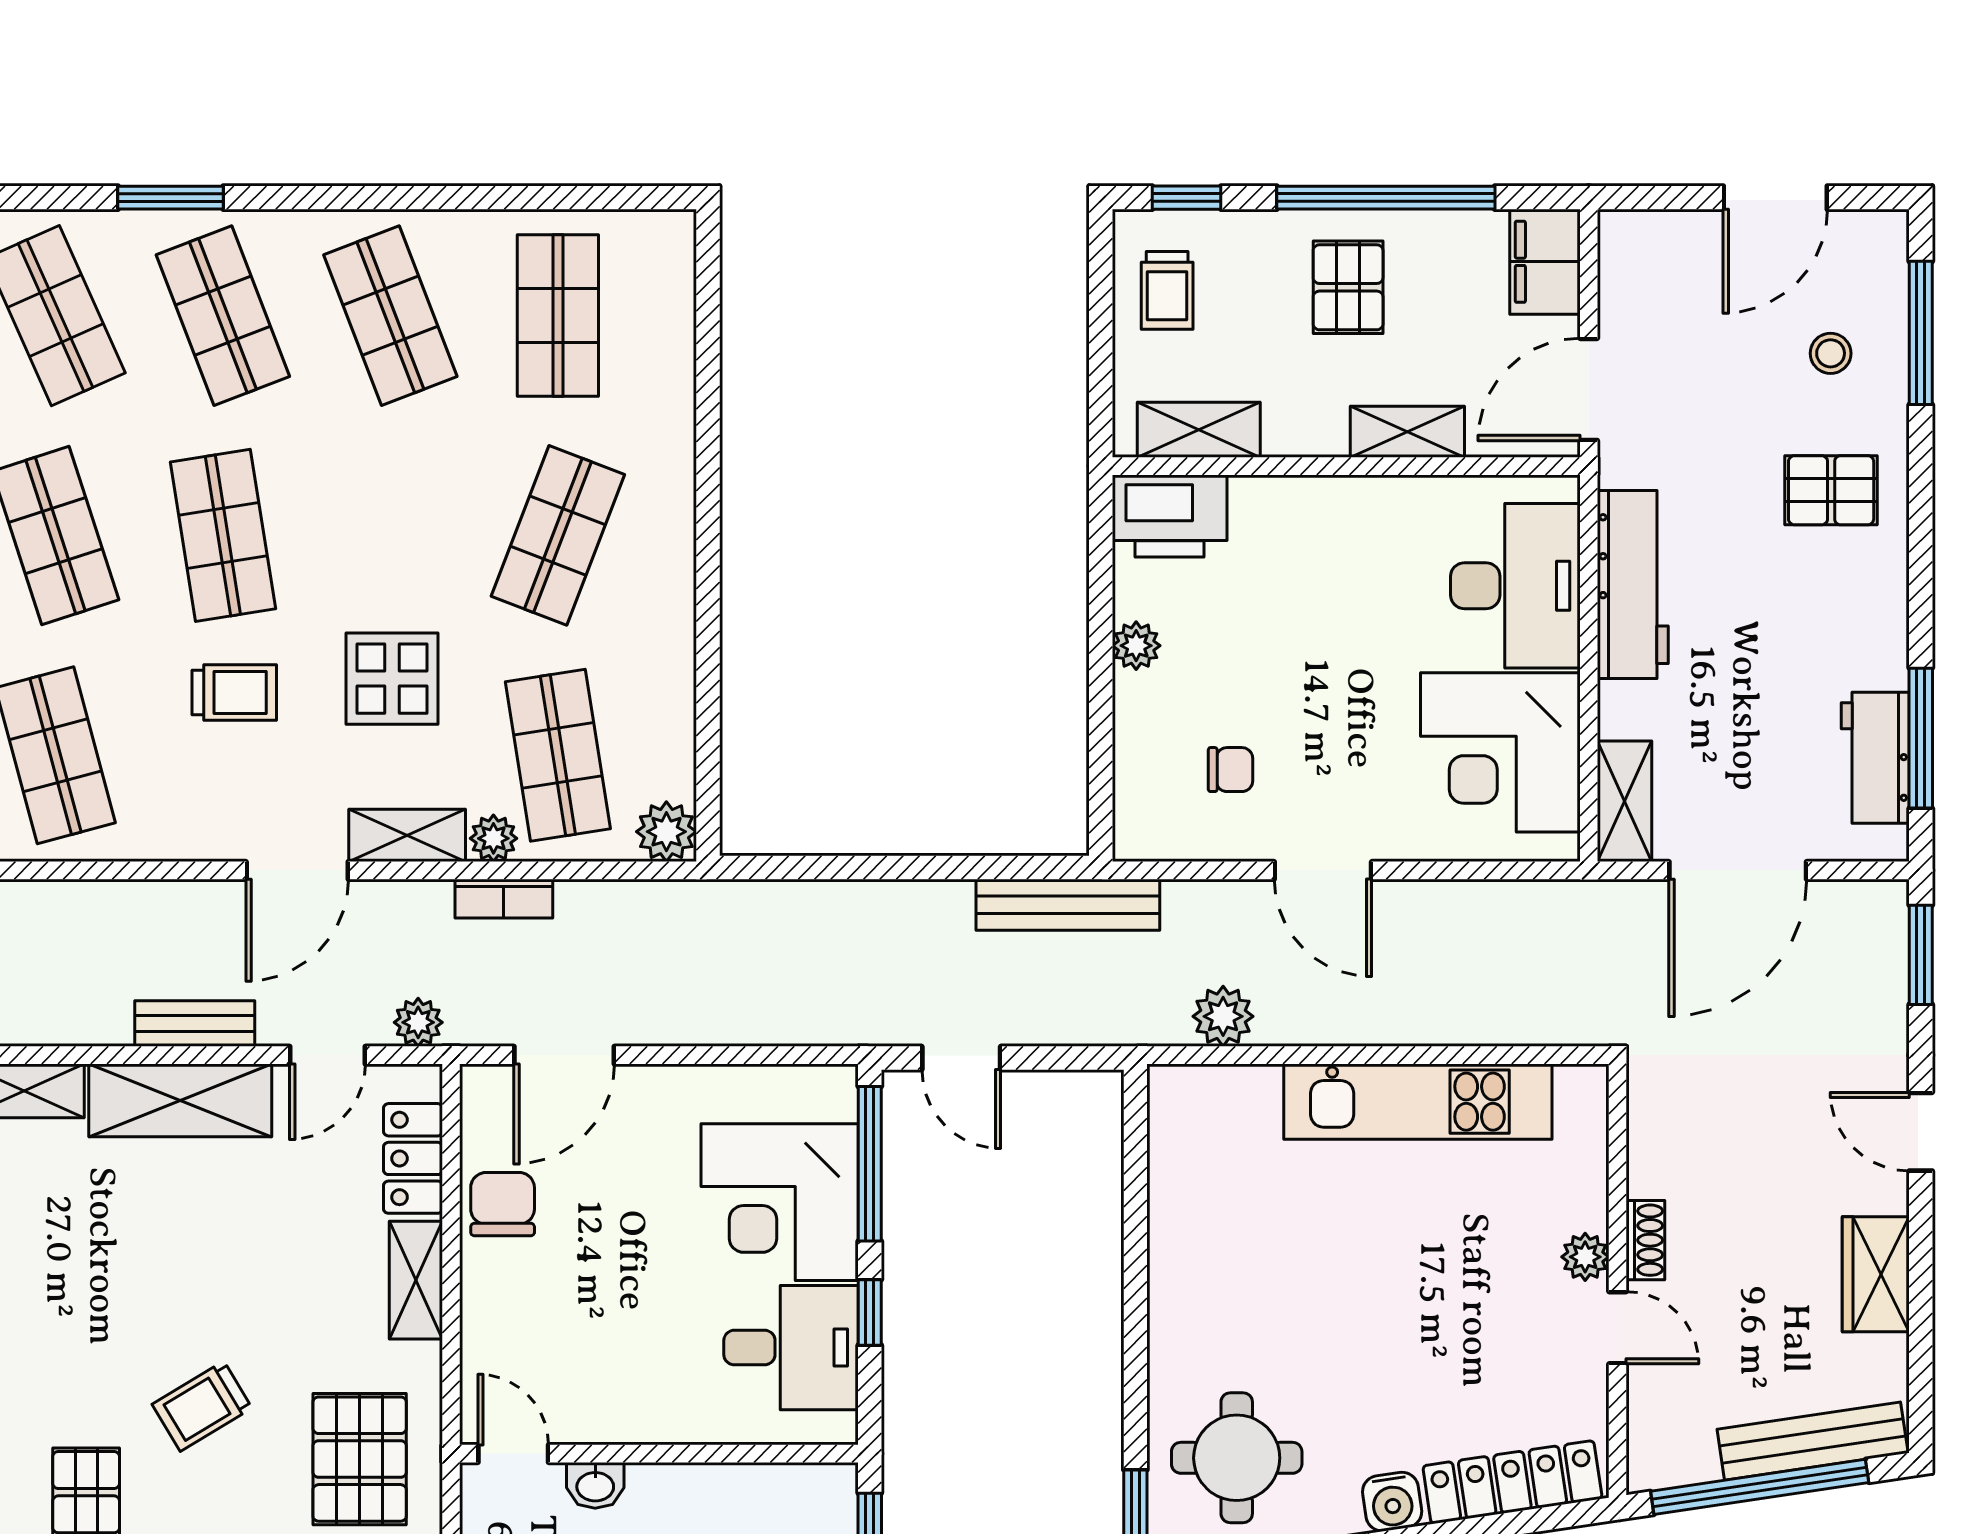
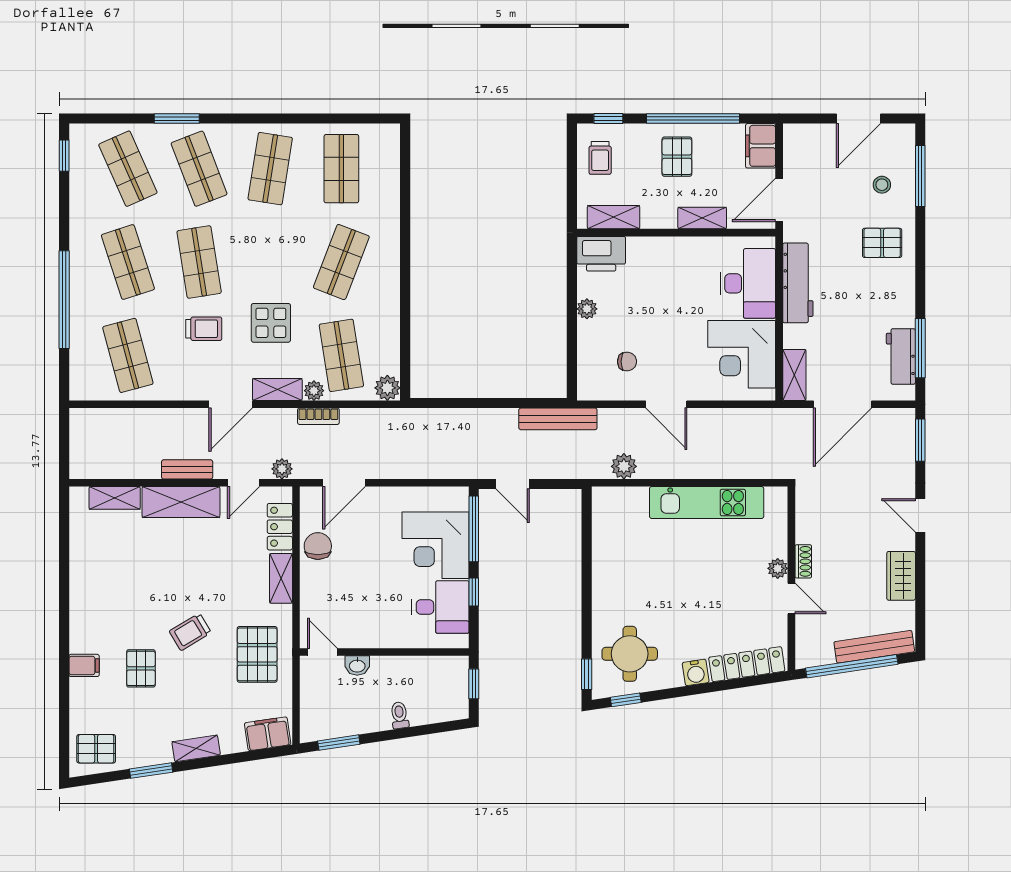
shop shelf: (390, 316) -> (270, 169), turned 30

